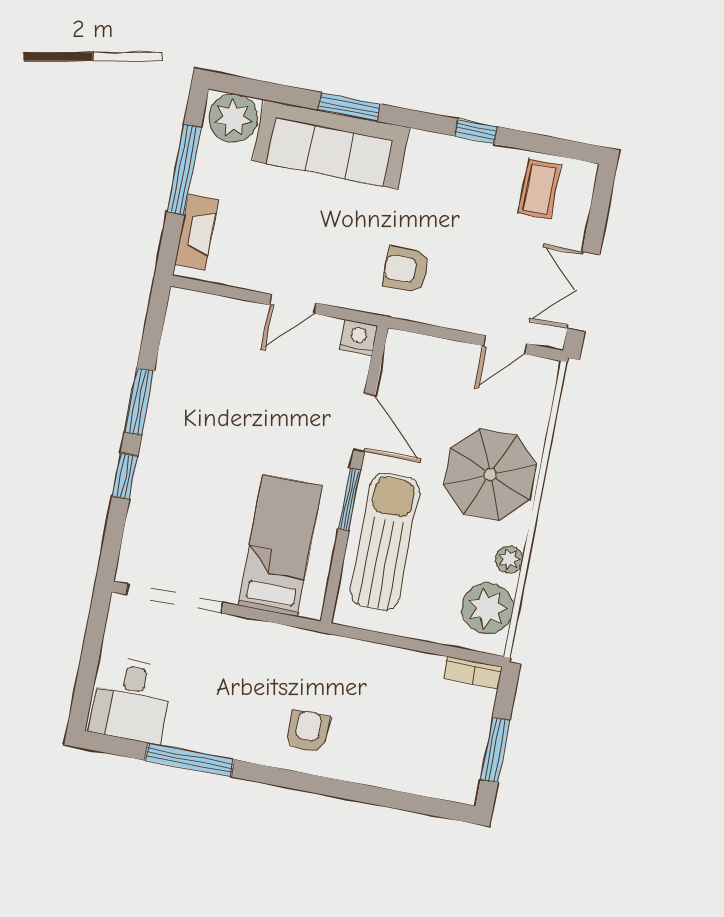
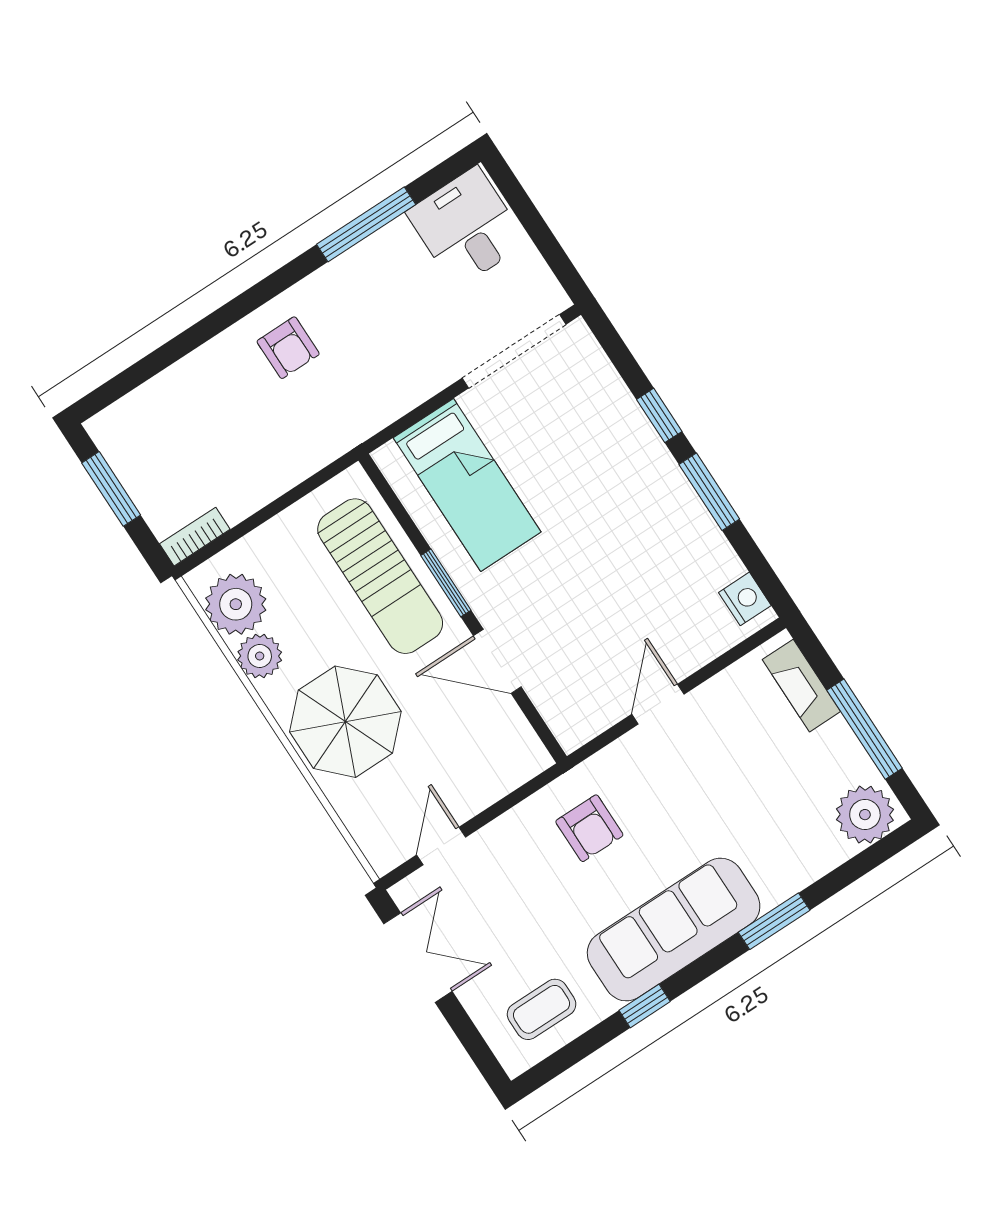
sofa: (331, 144) -> (674, 930), moved
coffee table: (539, 189) -> (542, 1009), turned 90
armchair: (406, 270) -> (589, 828), turned 90
nightstand: (358, 338) -> (745, 599), moved, turned -90
plant: (509, 560) -> (260, 656), width x1.38, depth x1.38

